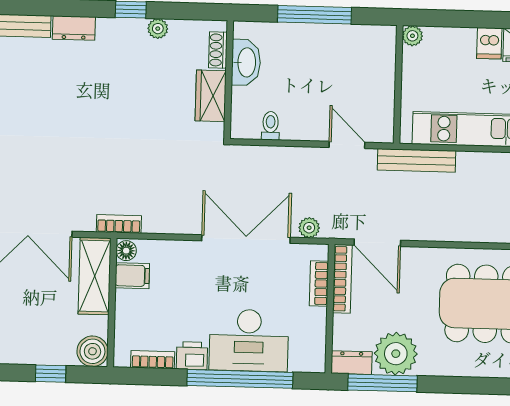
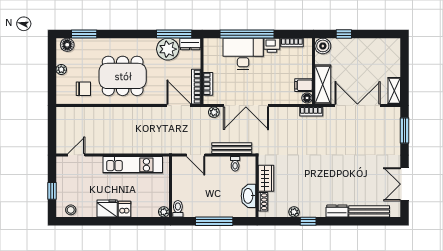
toilet: (385, 41) -> (178, 209), added
bench: (416, 160) -> (232, 148), moved

